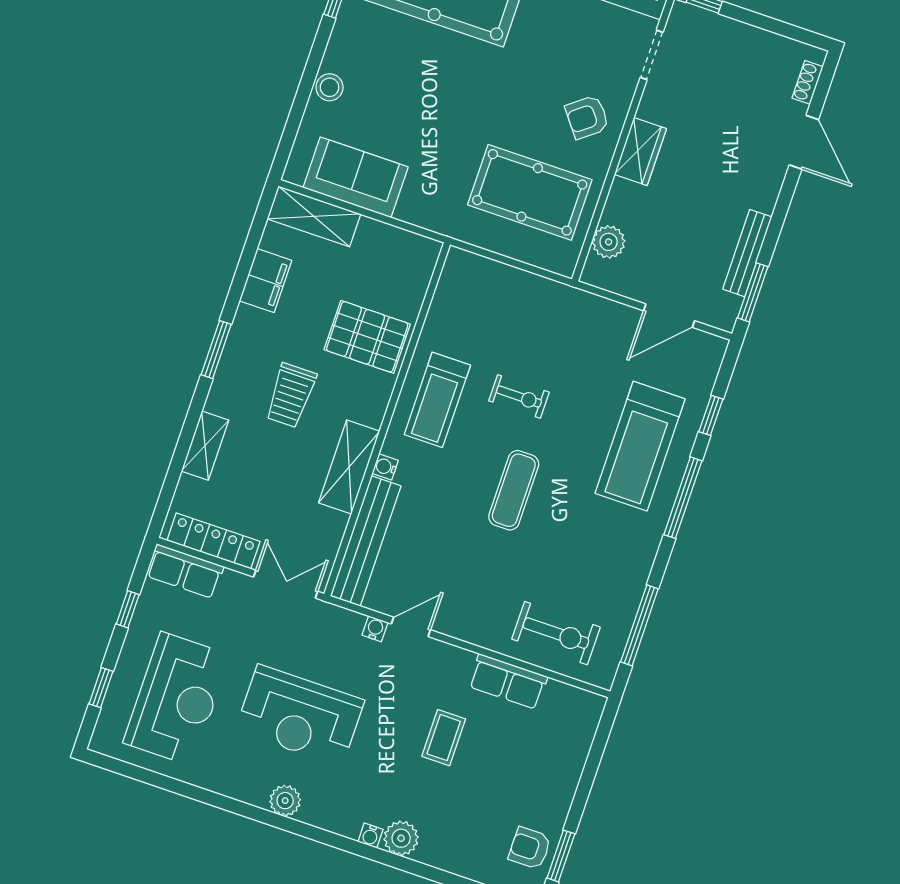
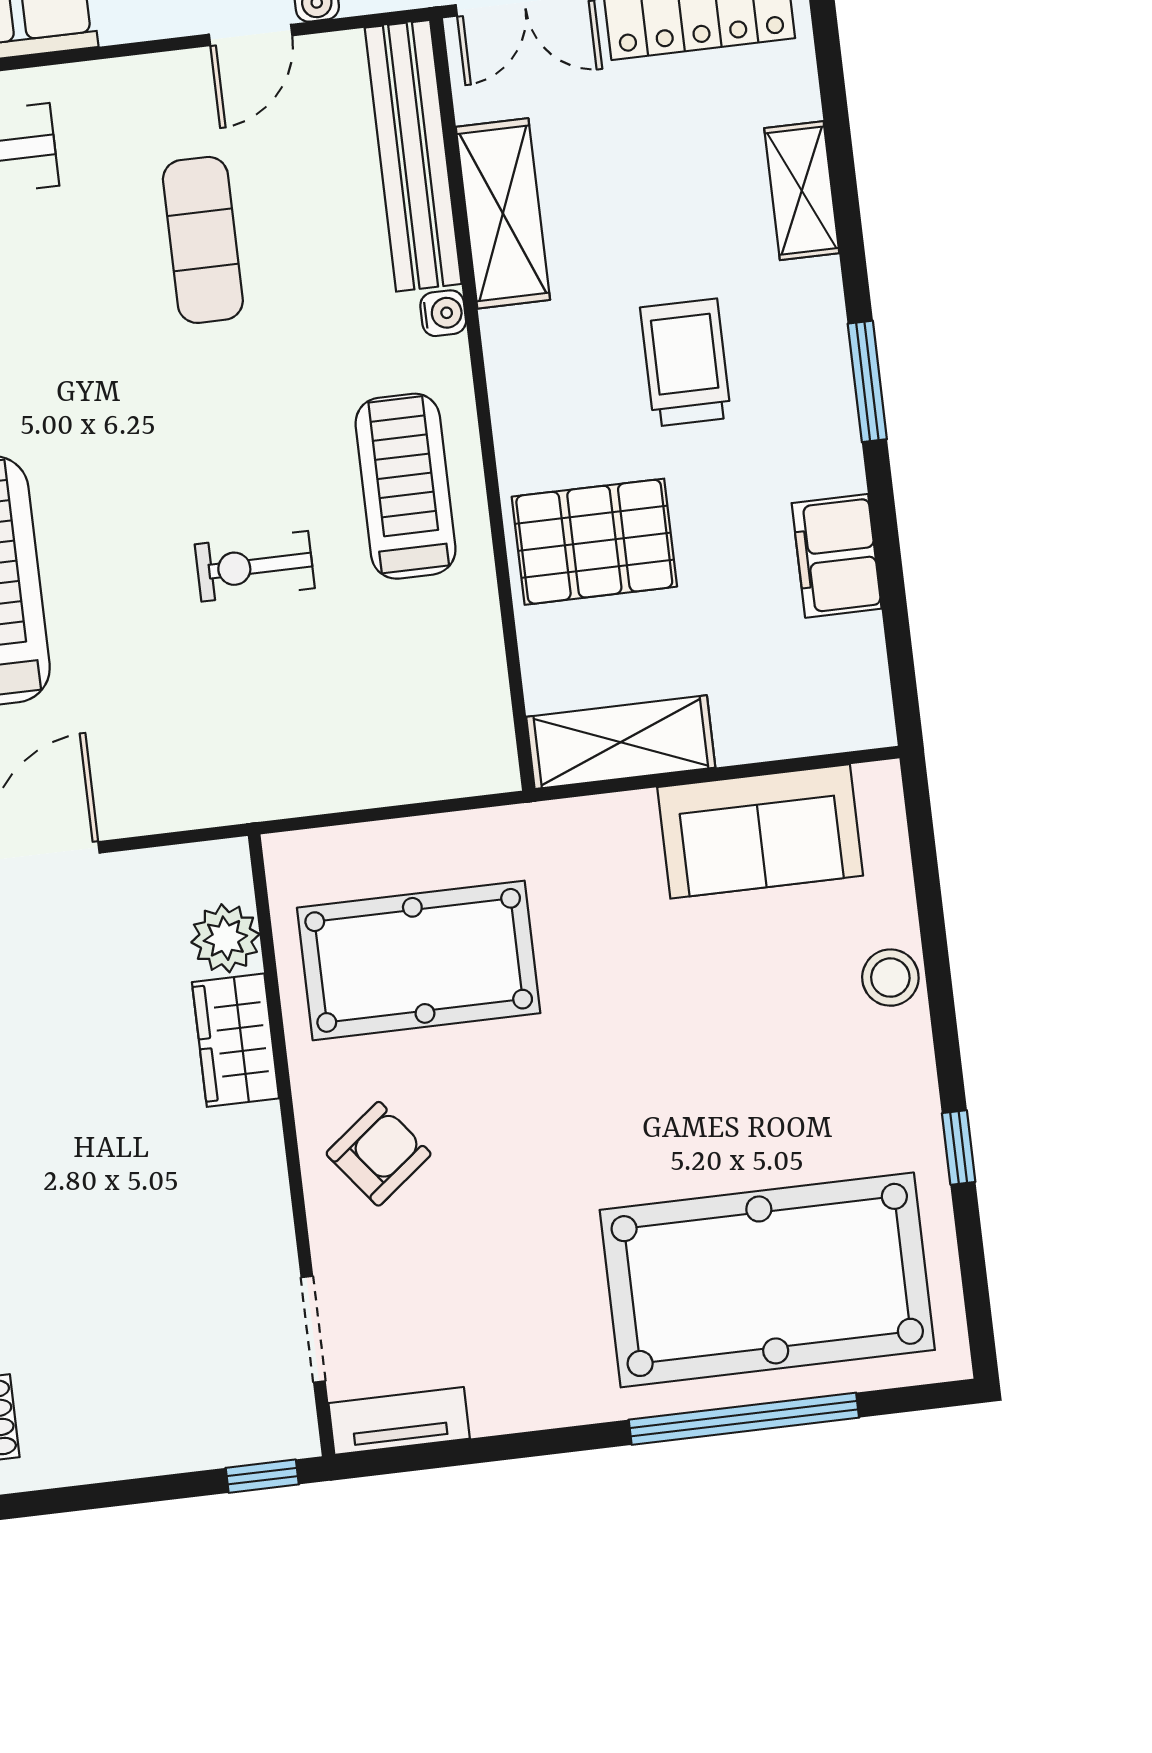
wardrobe: (640, 152) -> (236, 1040), moved
shelving: (314, 216) -> (621, 742), moved
shelving: (349, 467) -> (503, 213), moved
exercise mat: (514, 490) -> (203, 240), moved

